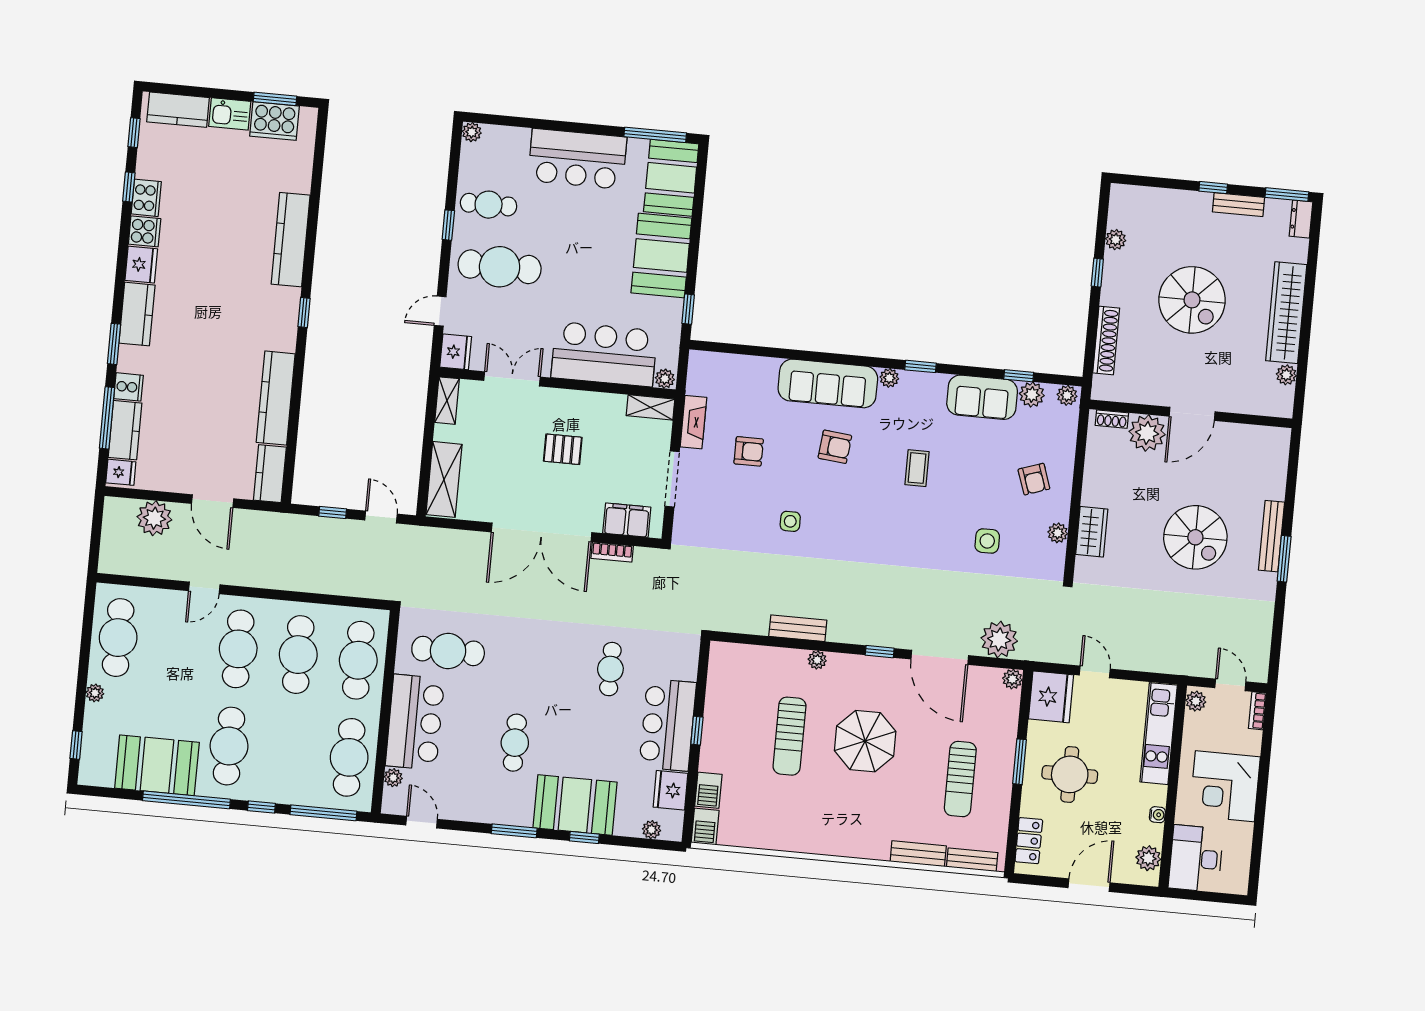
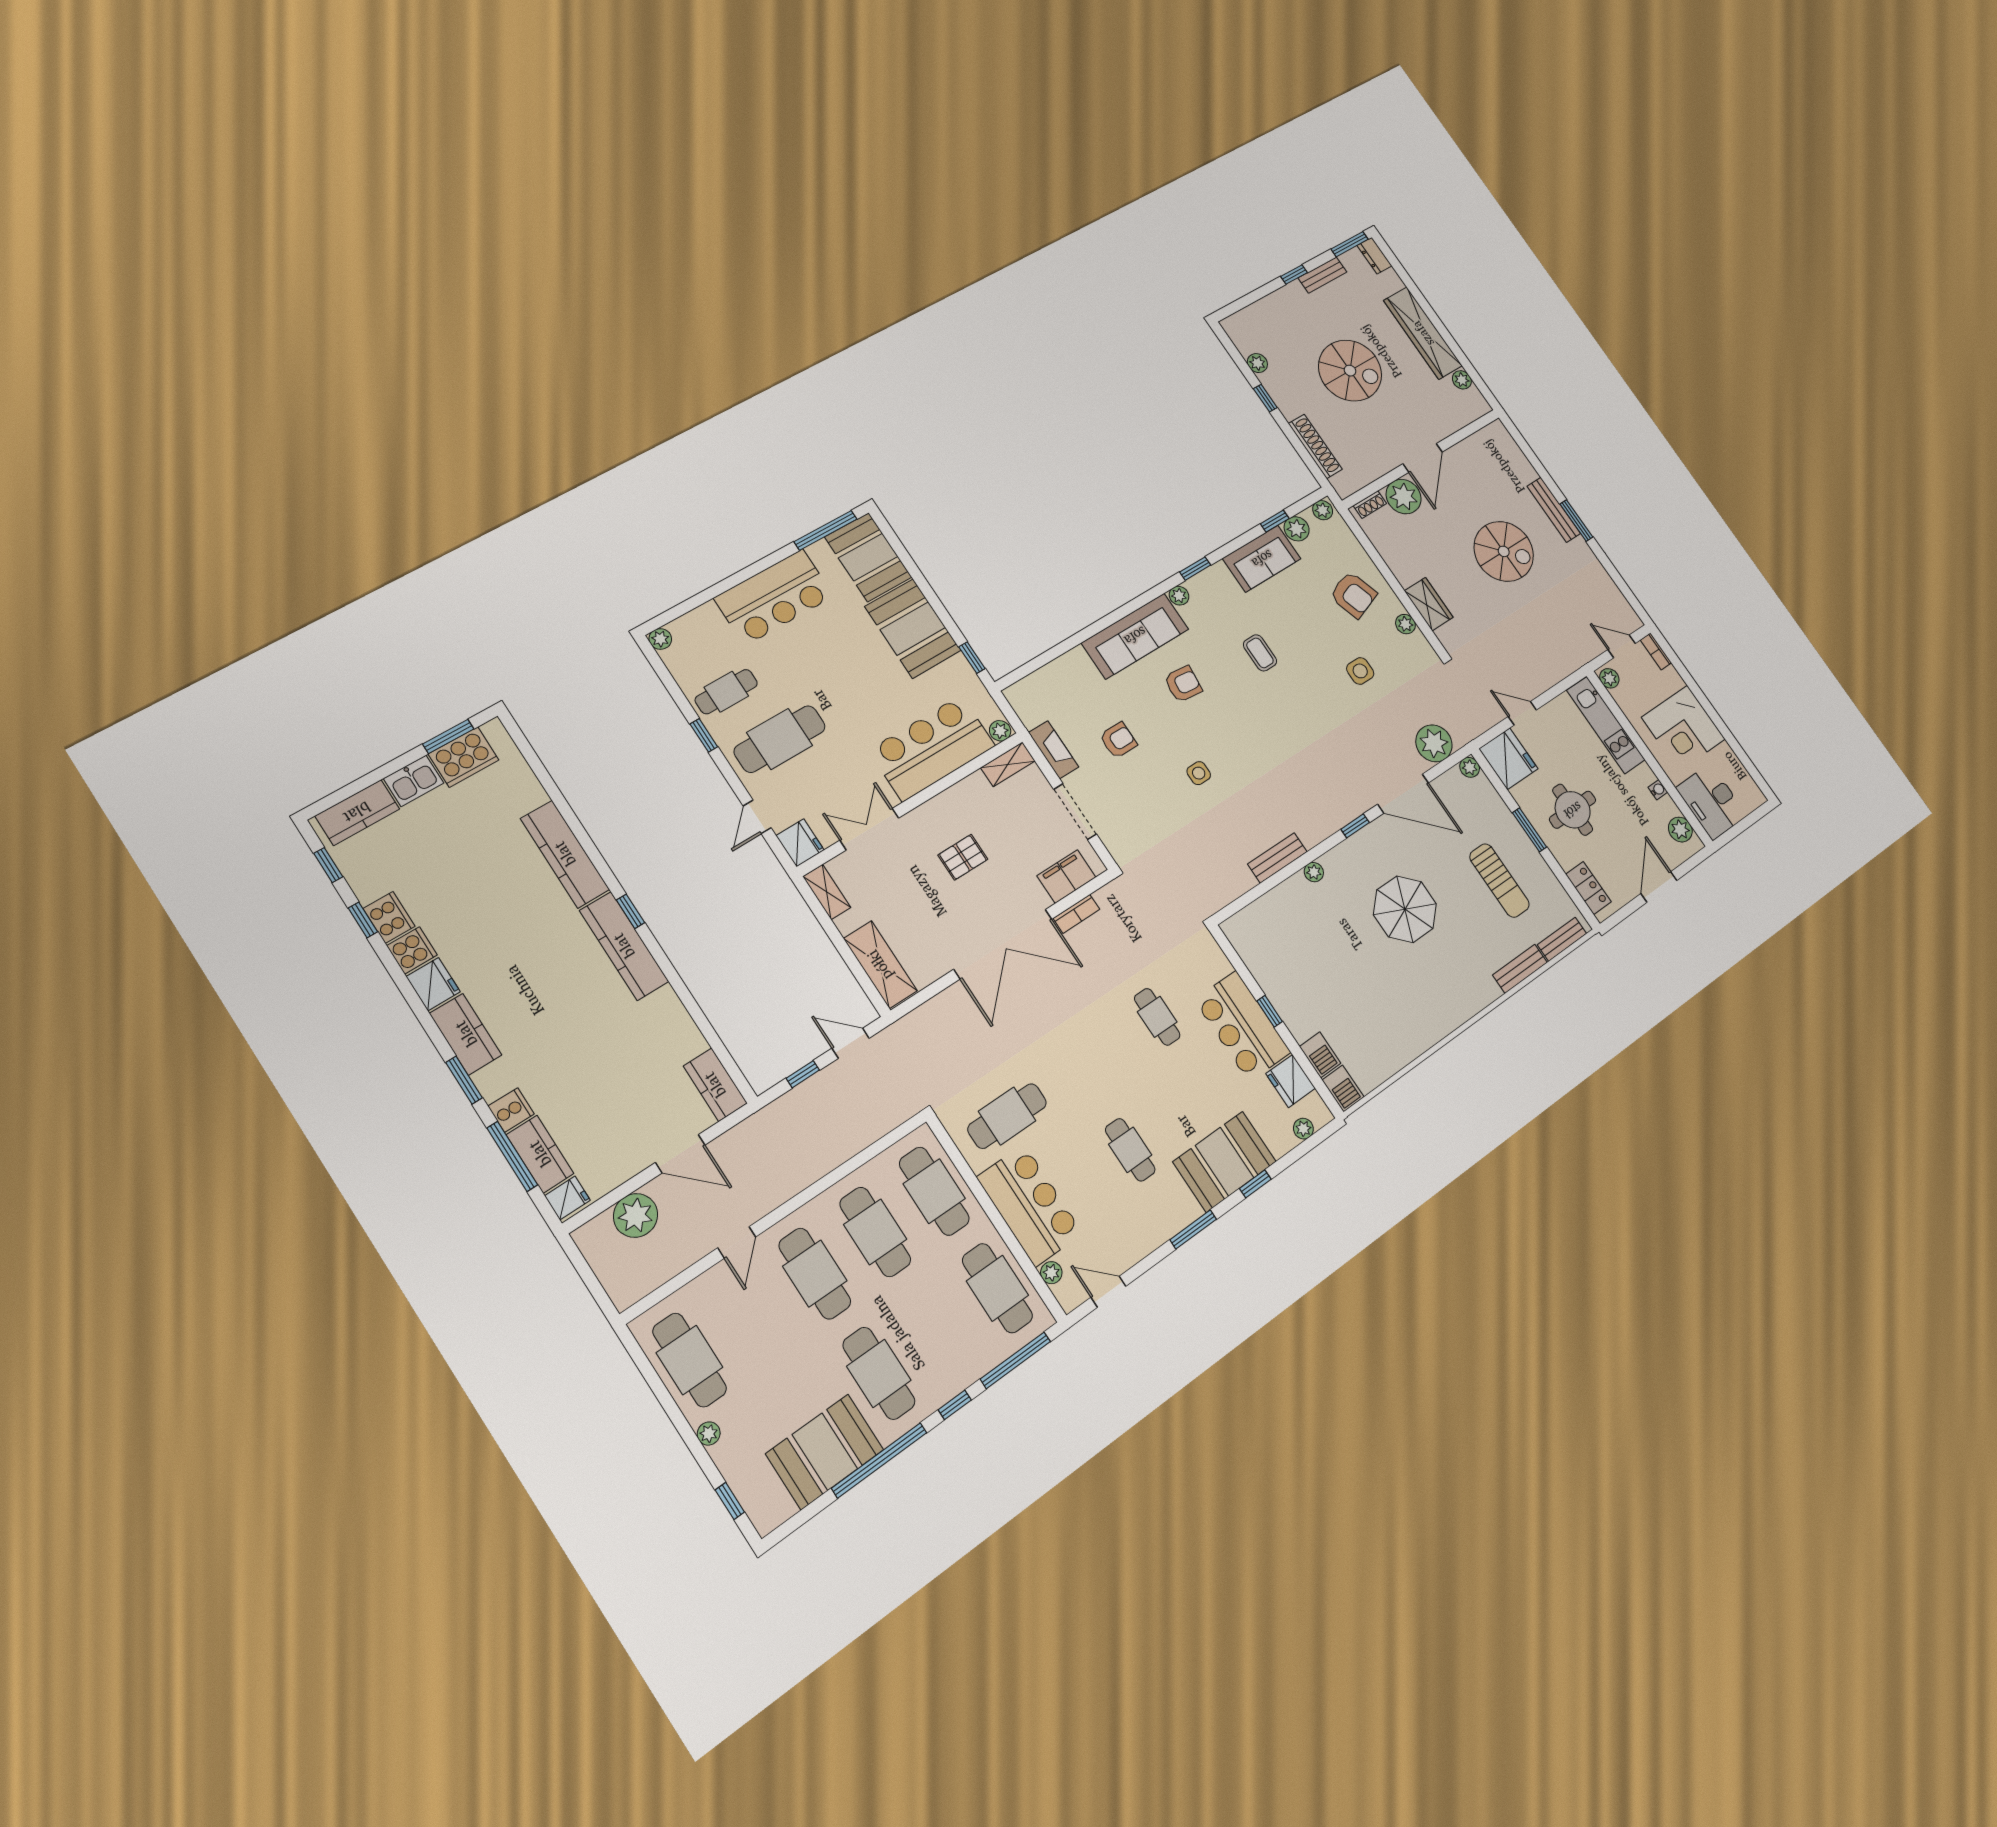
kitchen counter: (276, 398) -> (624, 946), moved
armchair: (1034, 479) -> (1353, 595), width x1.38, depth x1.38
sun lounger: (789, 736) -> (1345, 954), removed

